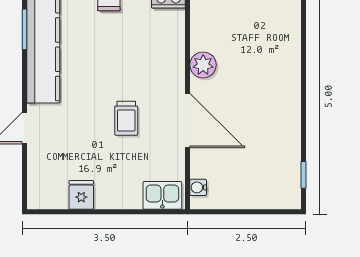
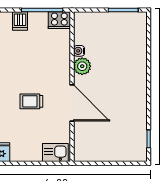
trolley: (126, 118) -> (31, 101), turned 90
water cooler: (198, 187) -> (79, 51), moved

